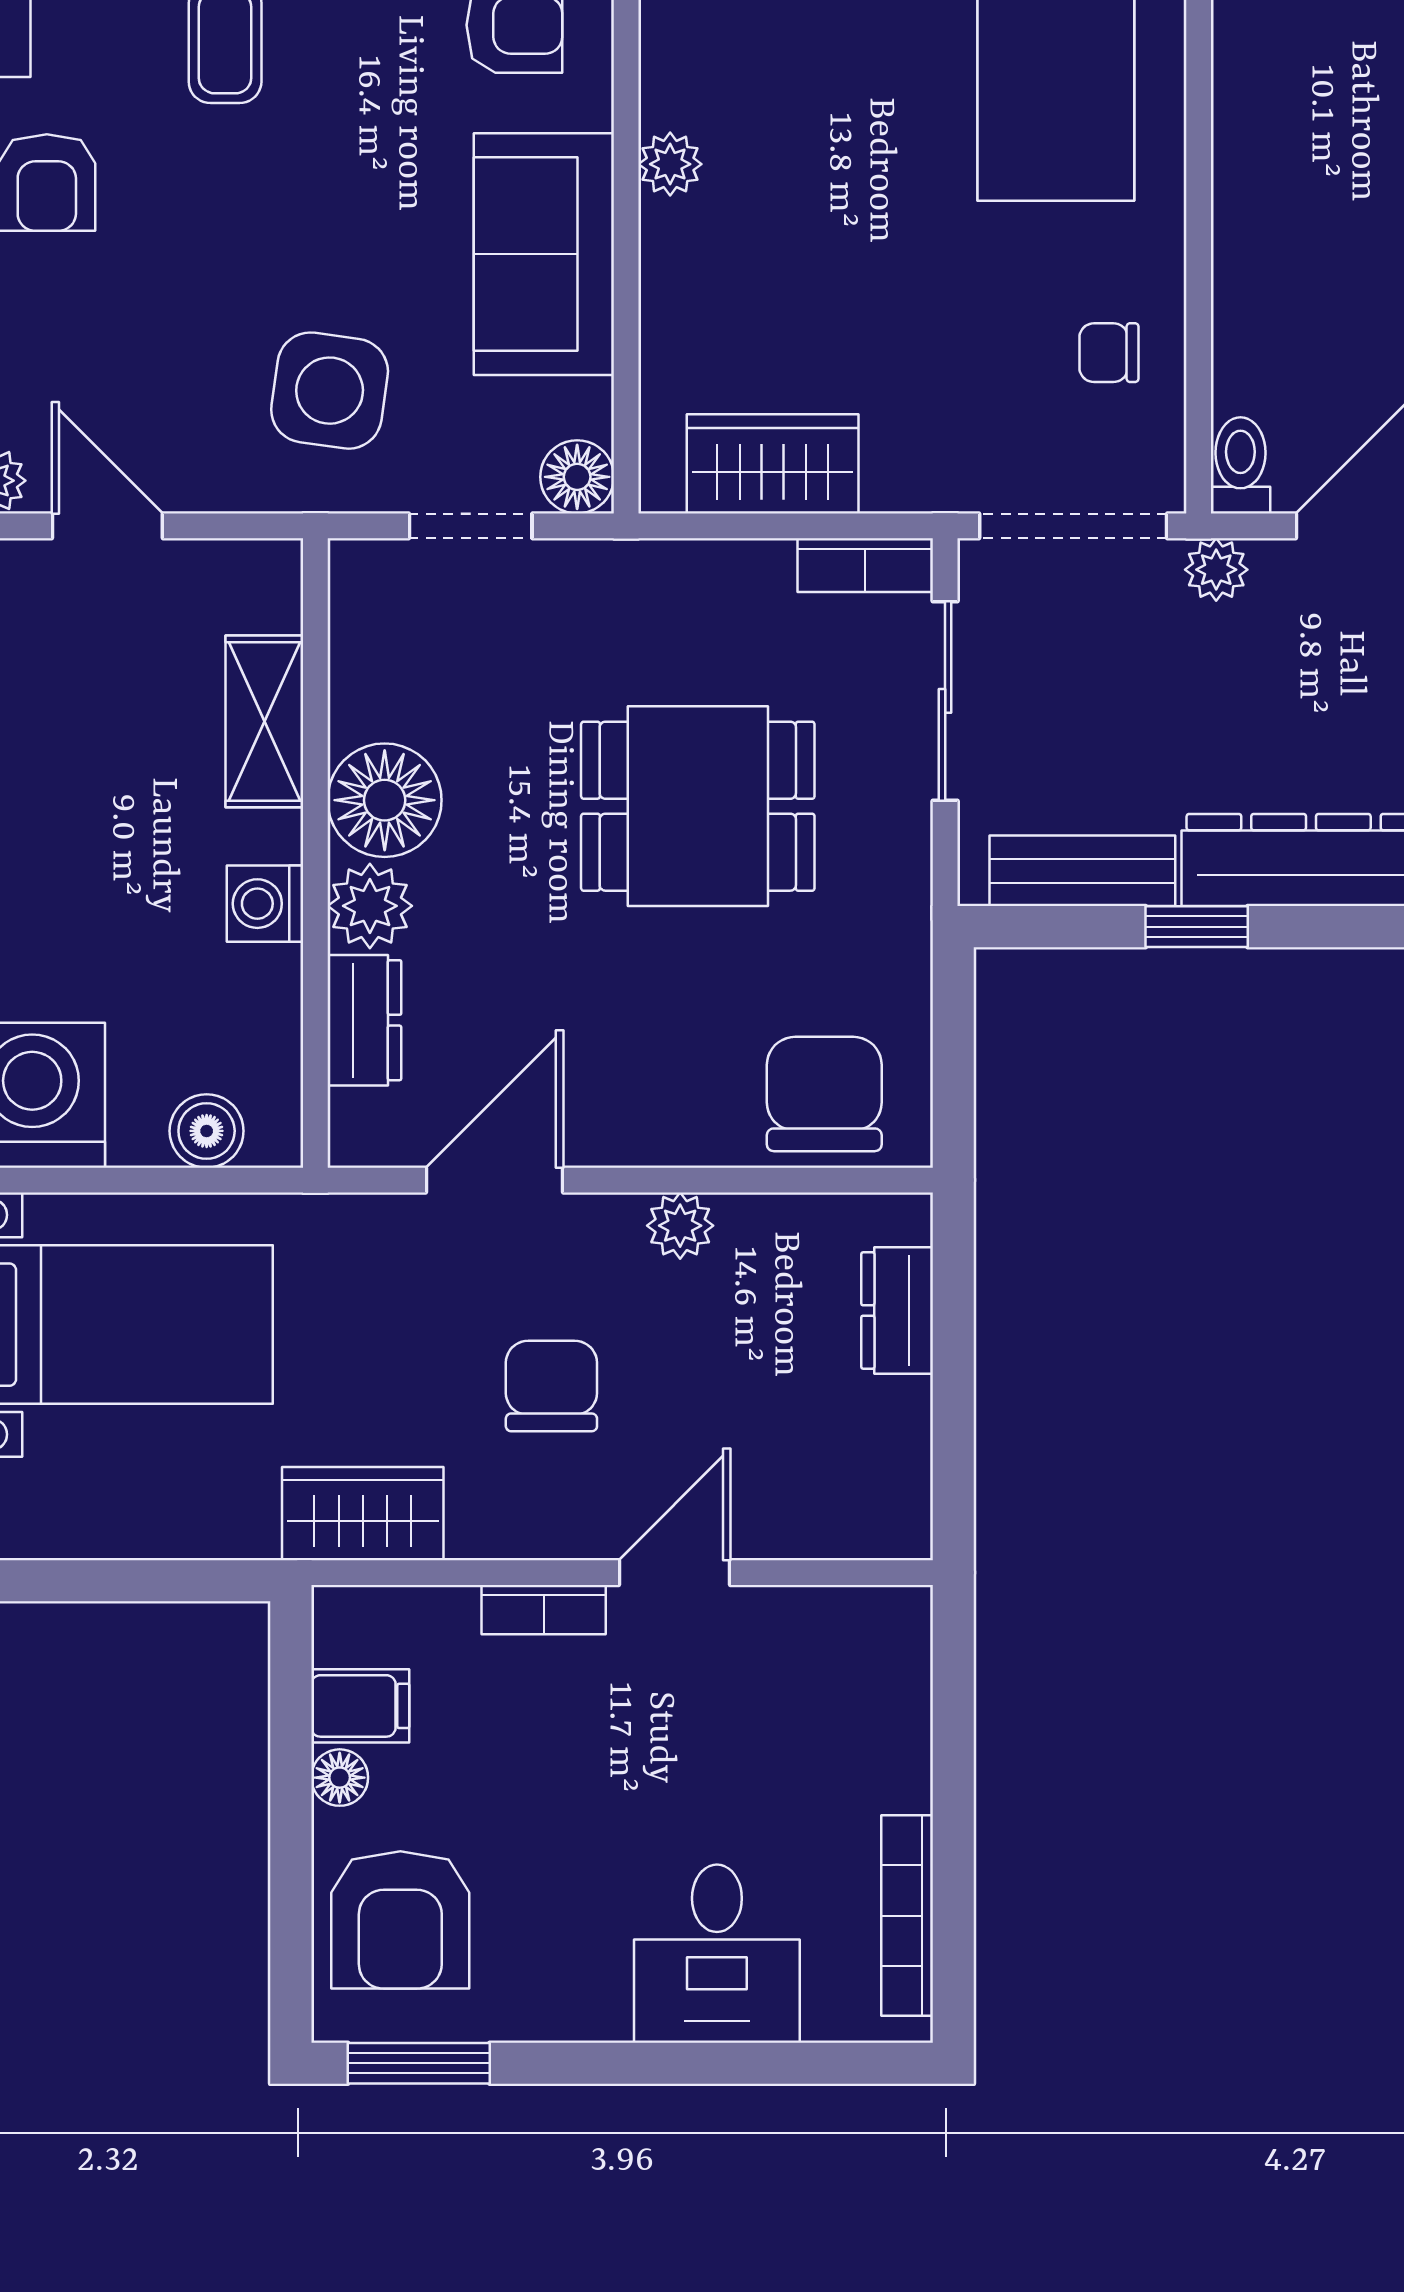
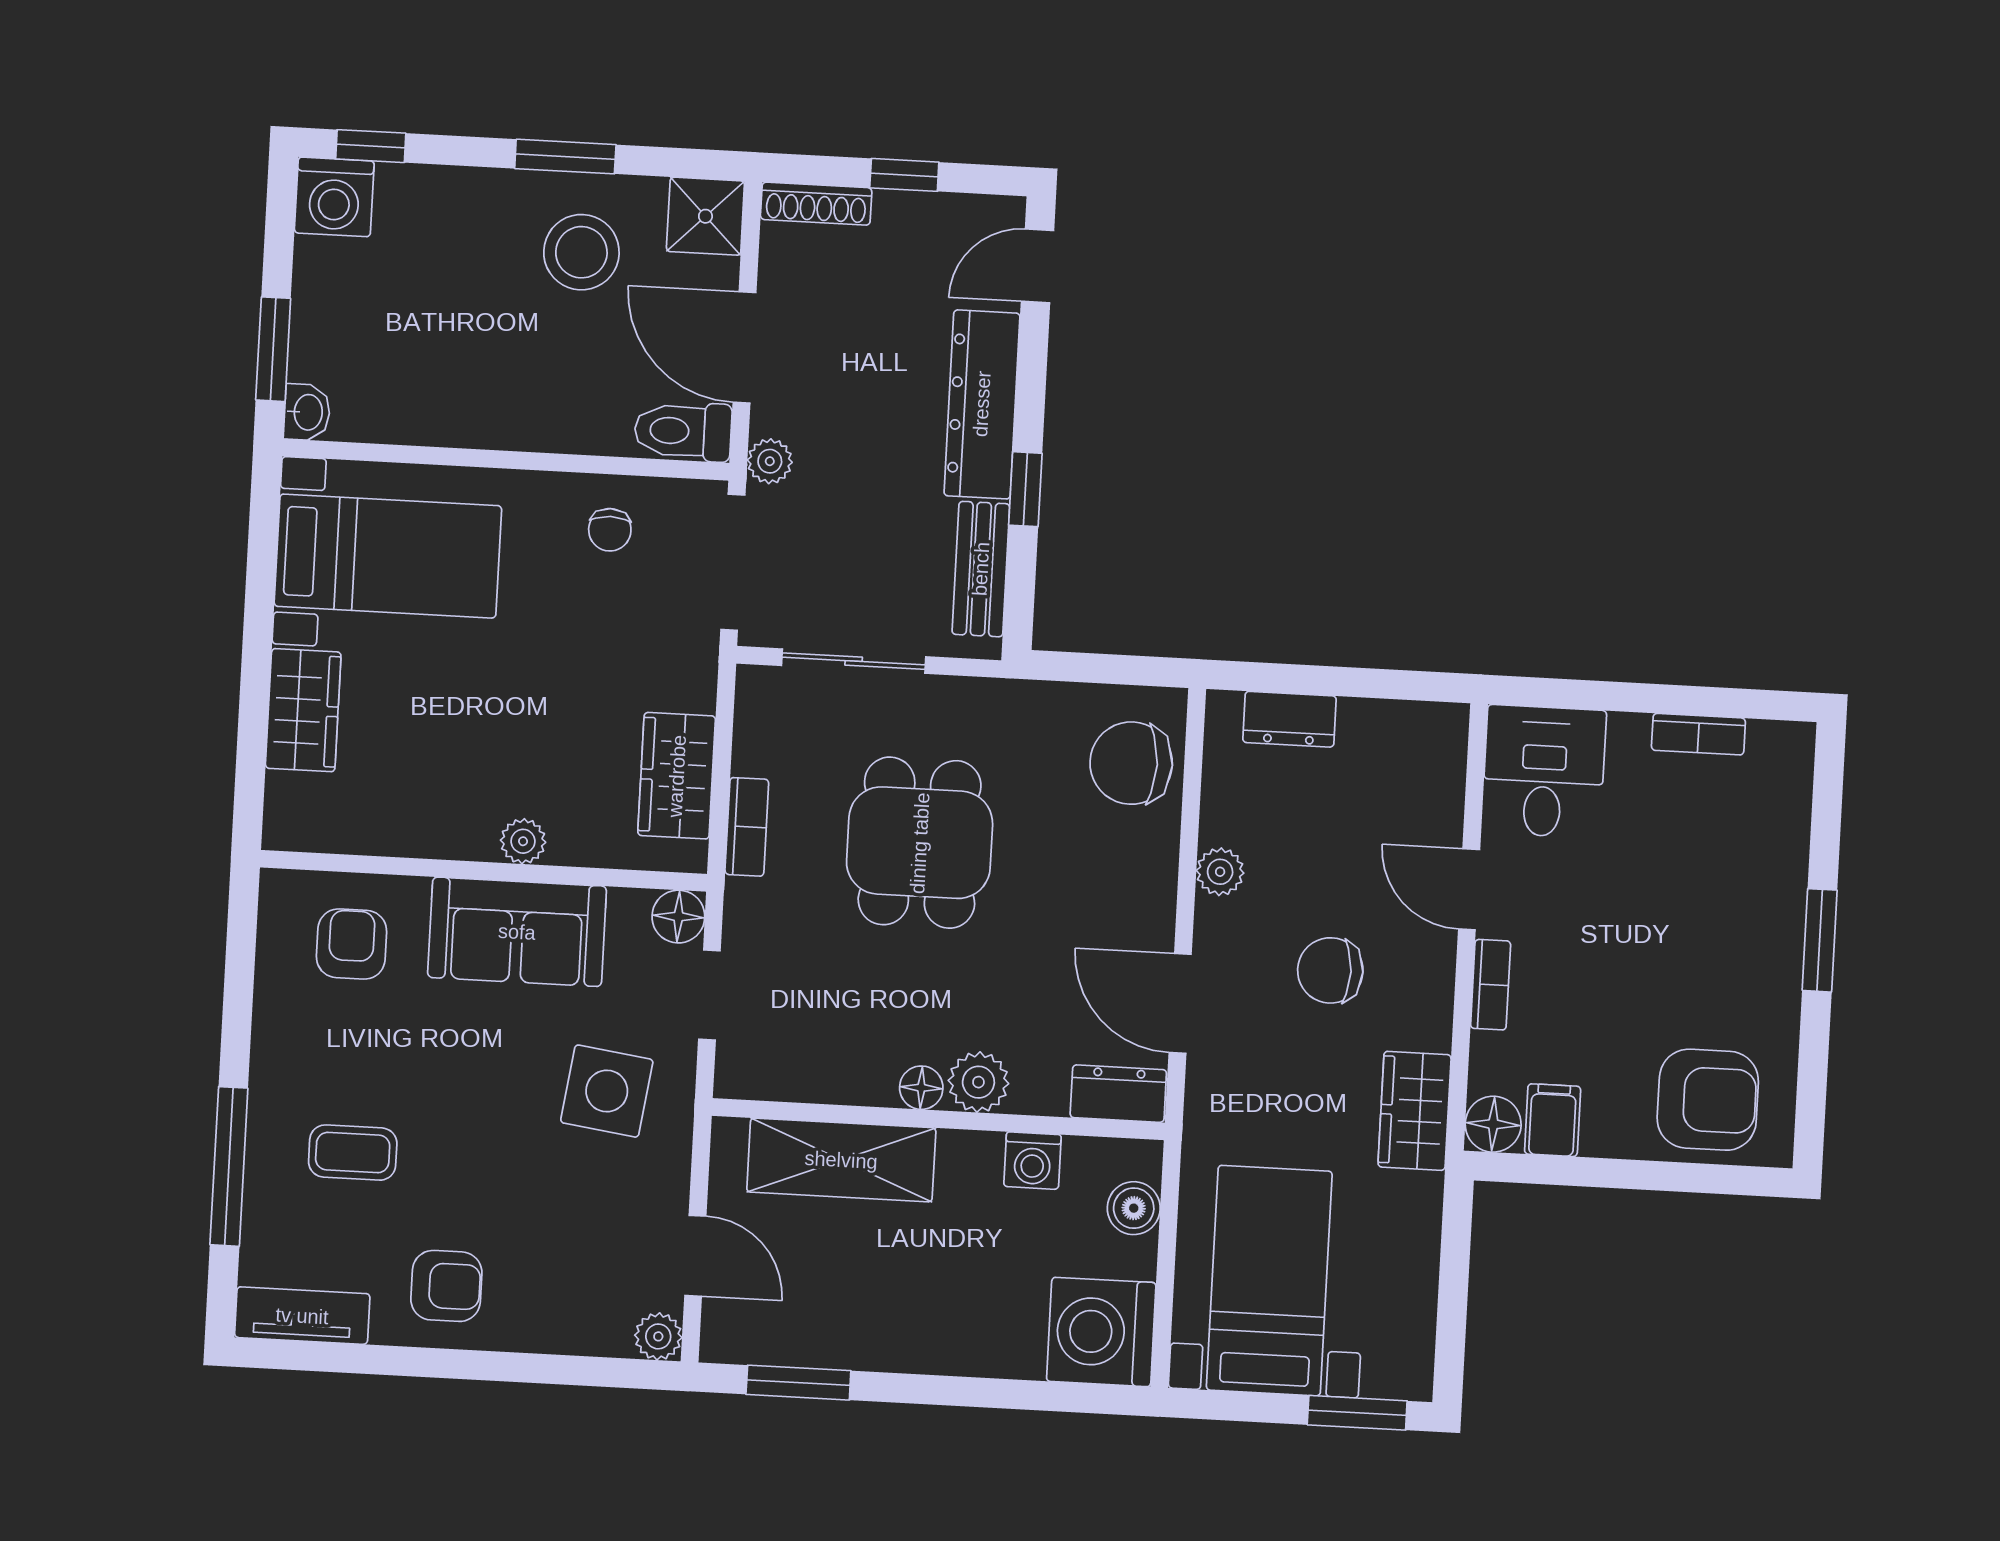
plant: (670, 164) -> (523, 841), moved
toilet: (1240, 465) -> (683, 431), width x1.37, depth x1.39
door: (107, 526) -> (695, 1256), swing flipped
bookcase: (865, 565) -> (747, 827), moved
shelving: (264, 721) -> (841, 1160), width x1.50, depth x1.33
floor lamp: (385, 800) -> (921, 1088), width x0.53, depth x0.53
washing machine: (265, 904) -> (1032, 1161), moved
dresser: (364, 1020) -> (1118, 1094), moved
floor lamp: (340, 1778) -> (1493, 1124), moved, width x1.37, depth x1.37
bookcase: (907, 1916) -> (1698, 734), width x0.64
desk: (717, 1954) -> (1544, 772), moved, turned -90
window: (419, 2063) -> (1820, 940), moved

